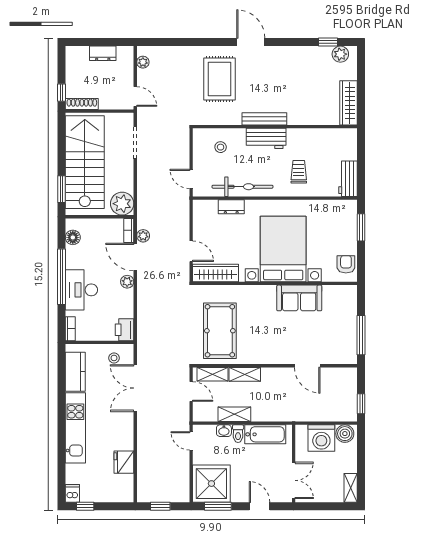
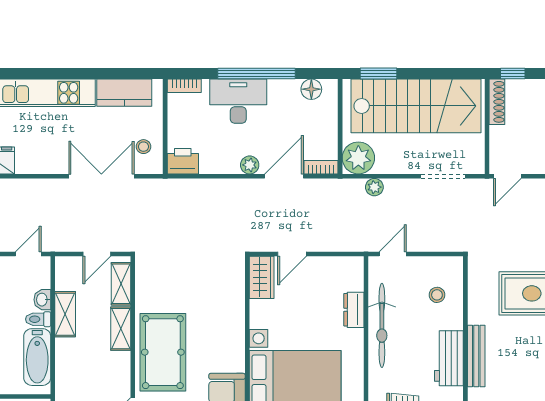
plant: (143, 236) -> (374, 187), moved
wardrobe: (216, 273) -> (262, 277), width x0.67
pool table: (220, 331) -> (163, 352), moved, turned 90

